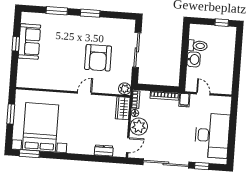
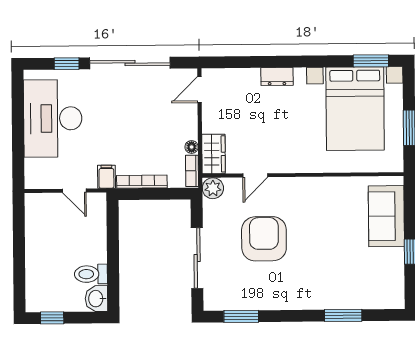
window: (90, 13) -> (241, 316), moved
sofa: (29, 41) -> (386, 216), moved
washbasin: (194, 59) -> (96, 299), moved
door: (85, 93) -> (255, 175), moved
plant: (139, 126) -> (183, 124), removed
dresser: (104, 150) -> (277, 77), moved

